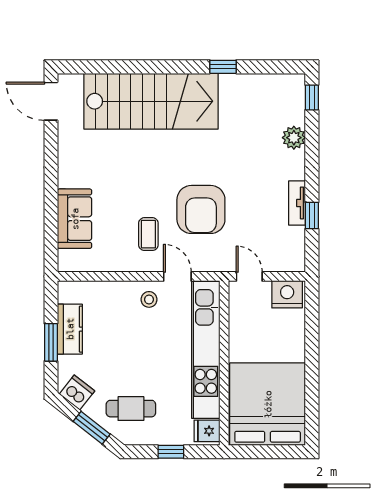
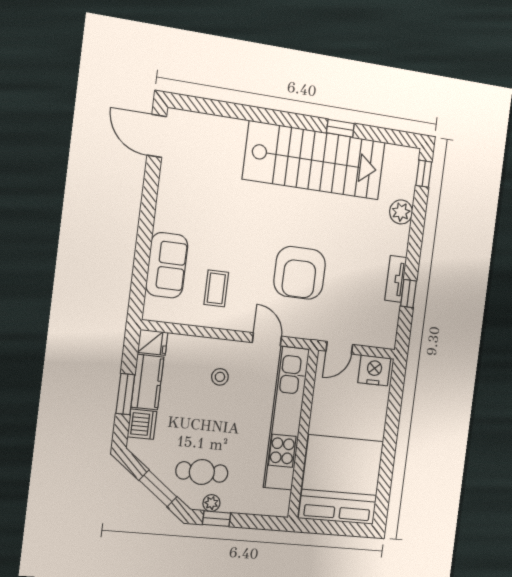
stairs: (151, 101) -> (314, 160), moved
coffee table: (148, 234) -> (216, 288), moved
door: (249, 276) -> (339, 348), swing flipped
stool: (149, 299) -> (220, 377), moved
dishwasher: (77, 393) -> (142, 424), moved, turned 52
fridge: (207, 431) -> (153, 342), moved, turned 180
plant: (144, 437) -> (211, 503), added
window: (171, 452) -> (217, 519), moved

